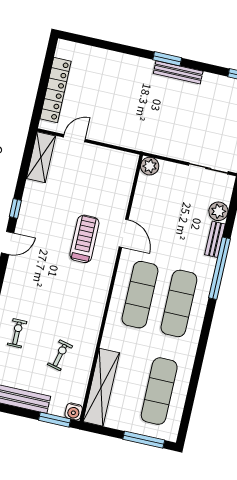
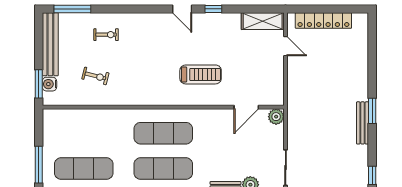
door: (124, 233) -> (246, 107), moved
shelving: (101, 387) -> (76, 118), removed
water cooler: (74, 412) -> (49, 84), moved

